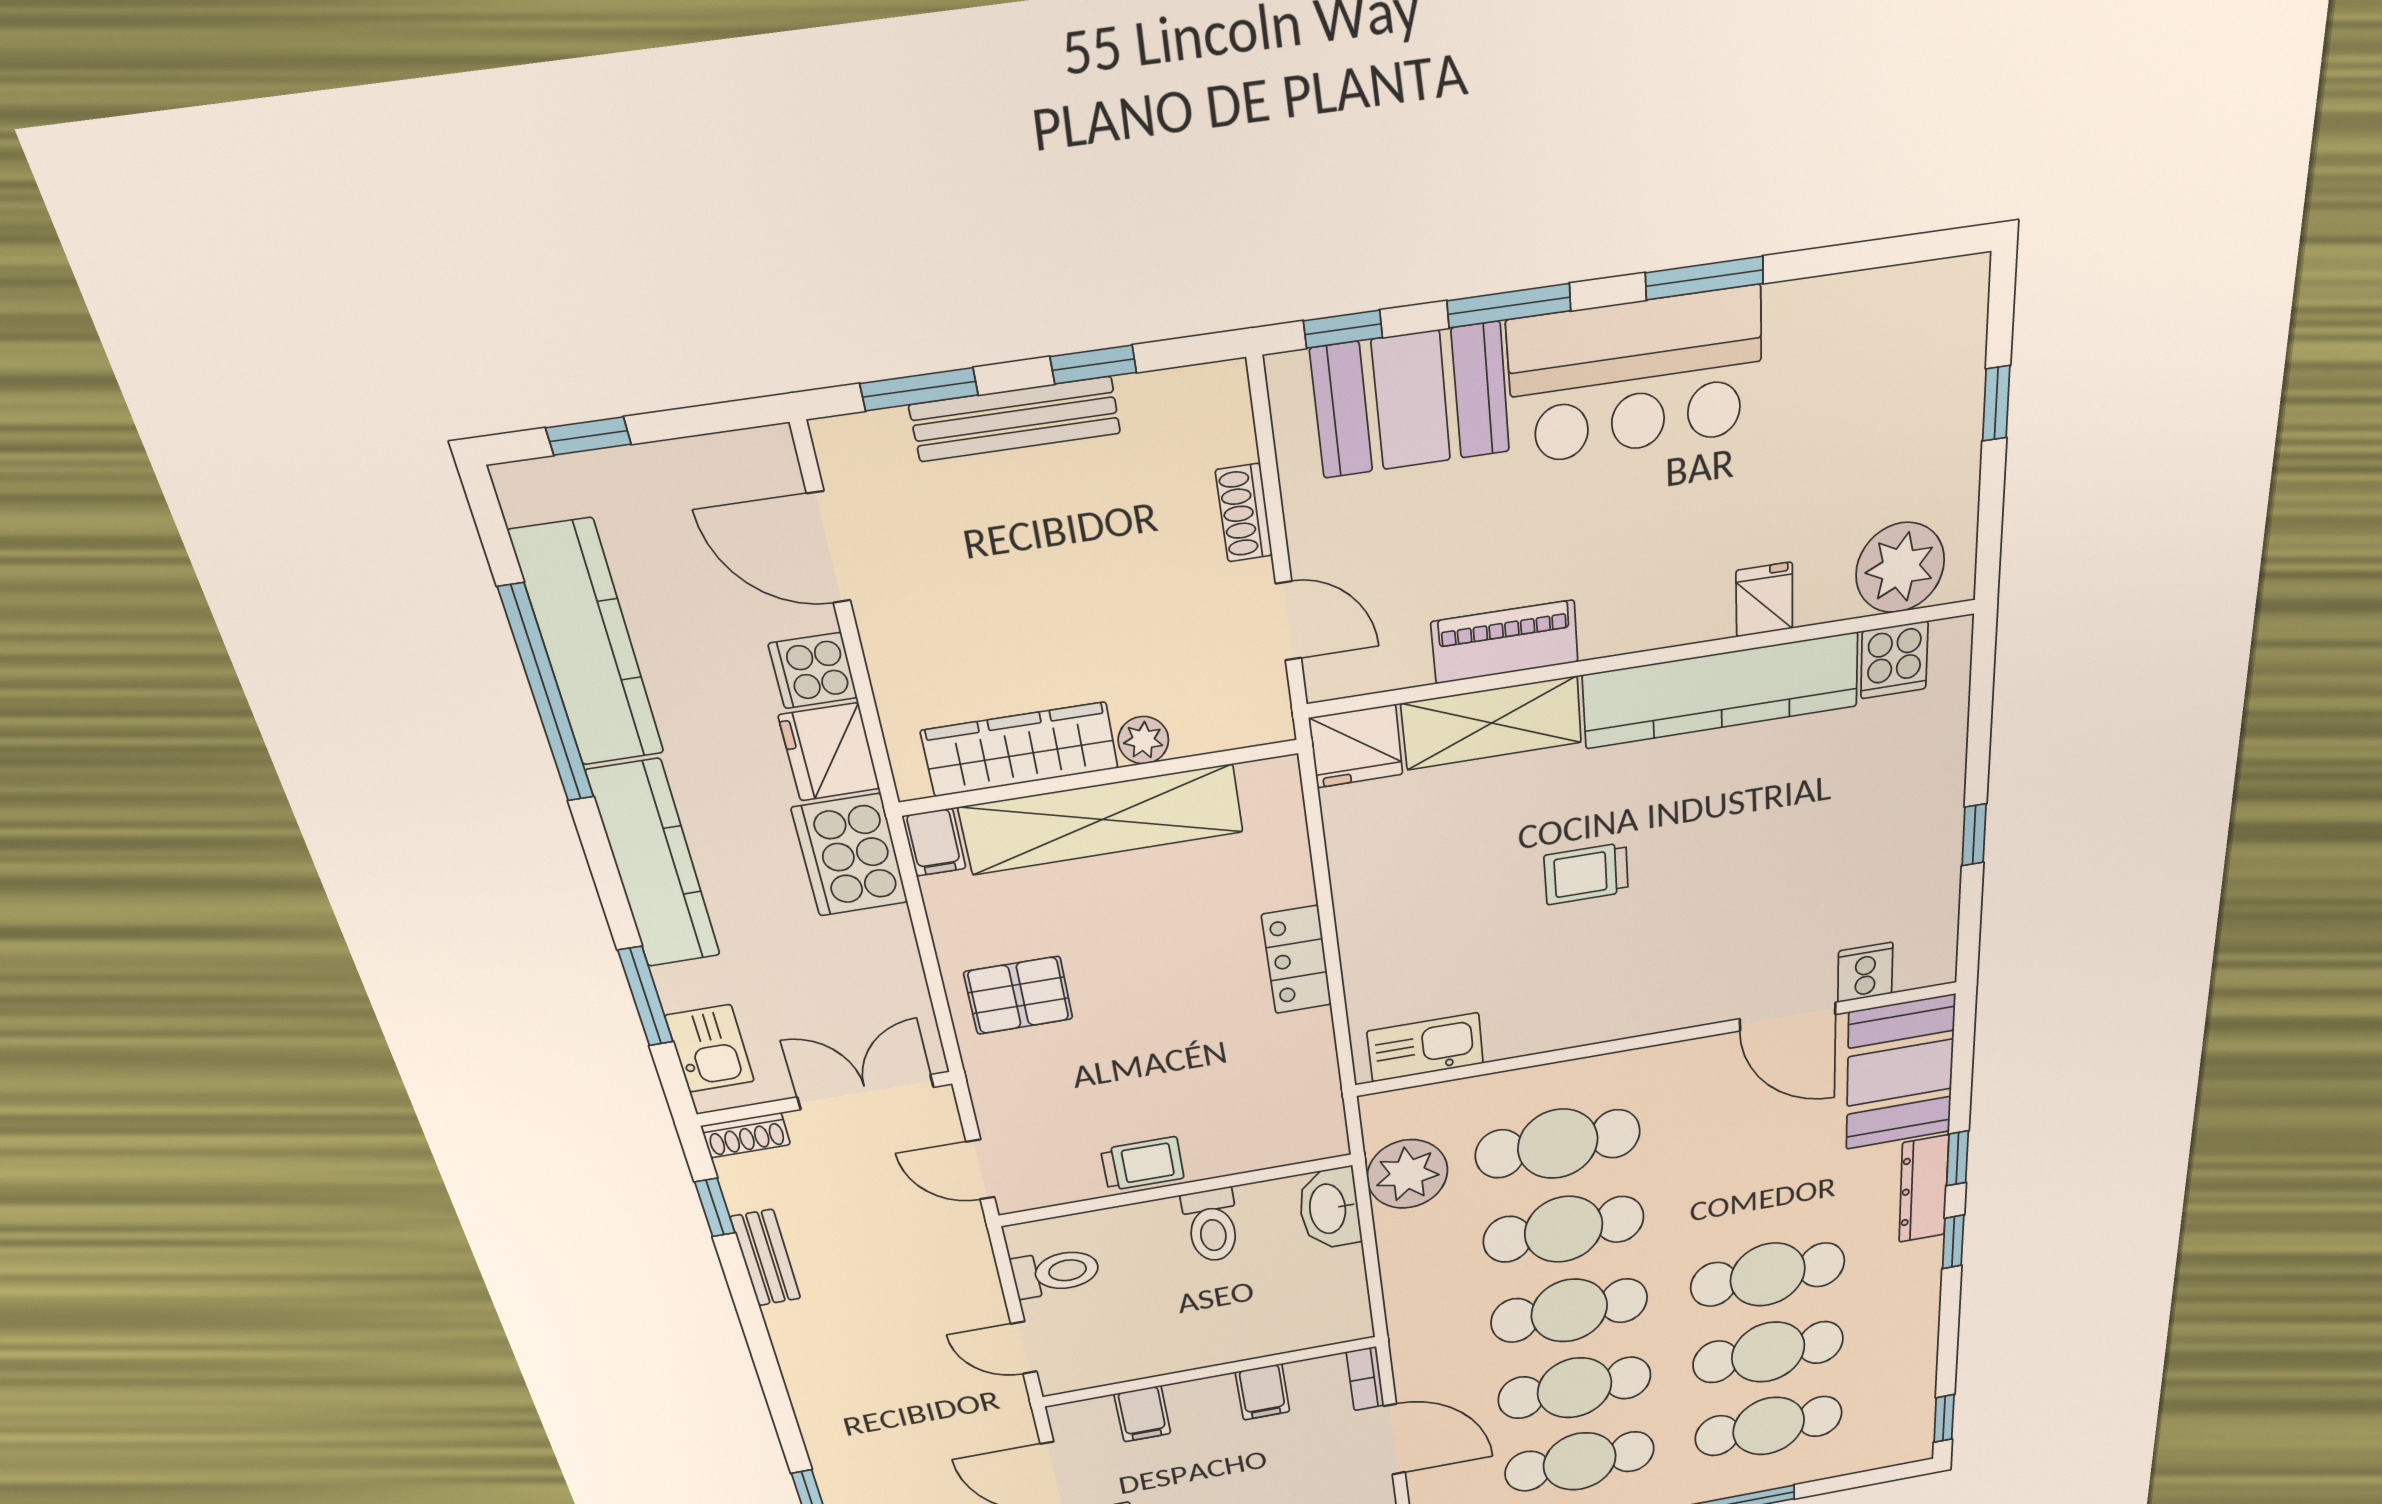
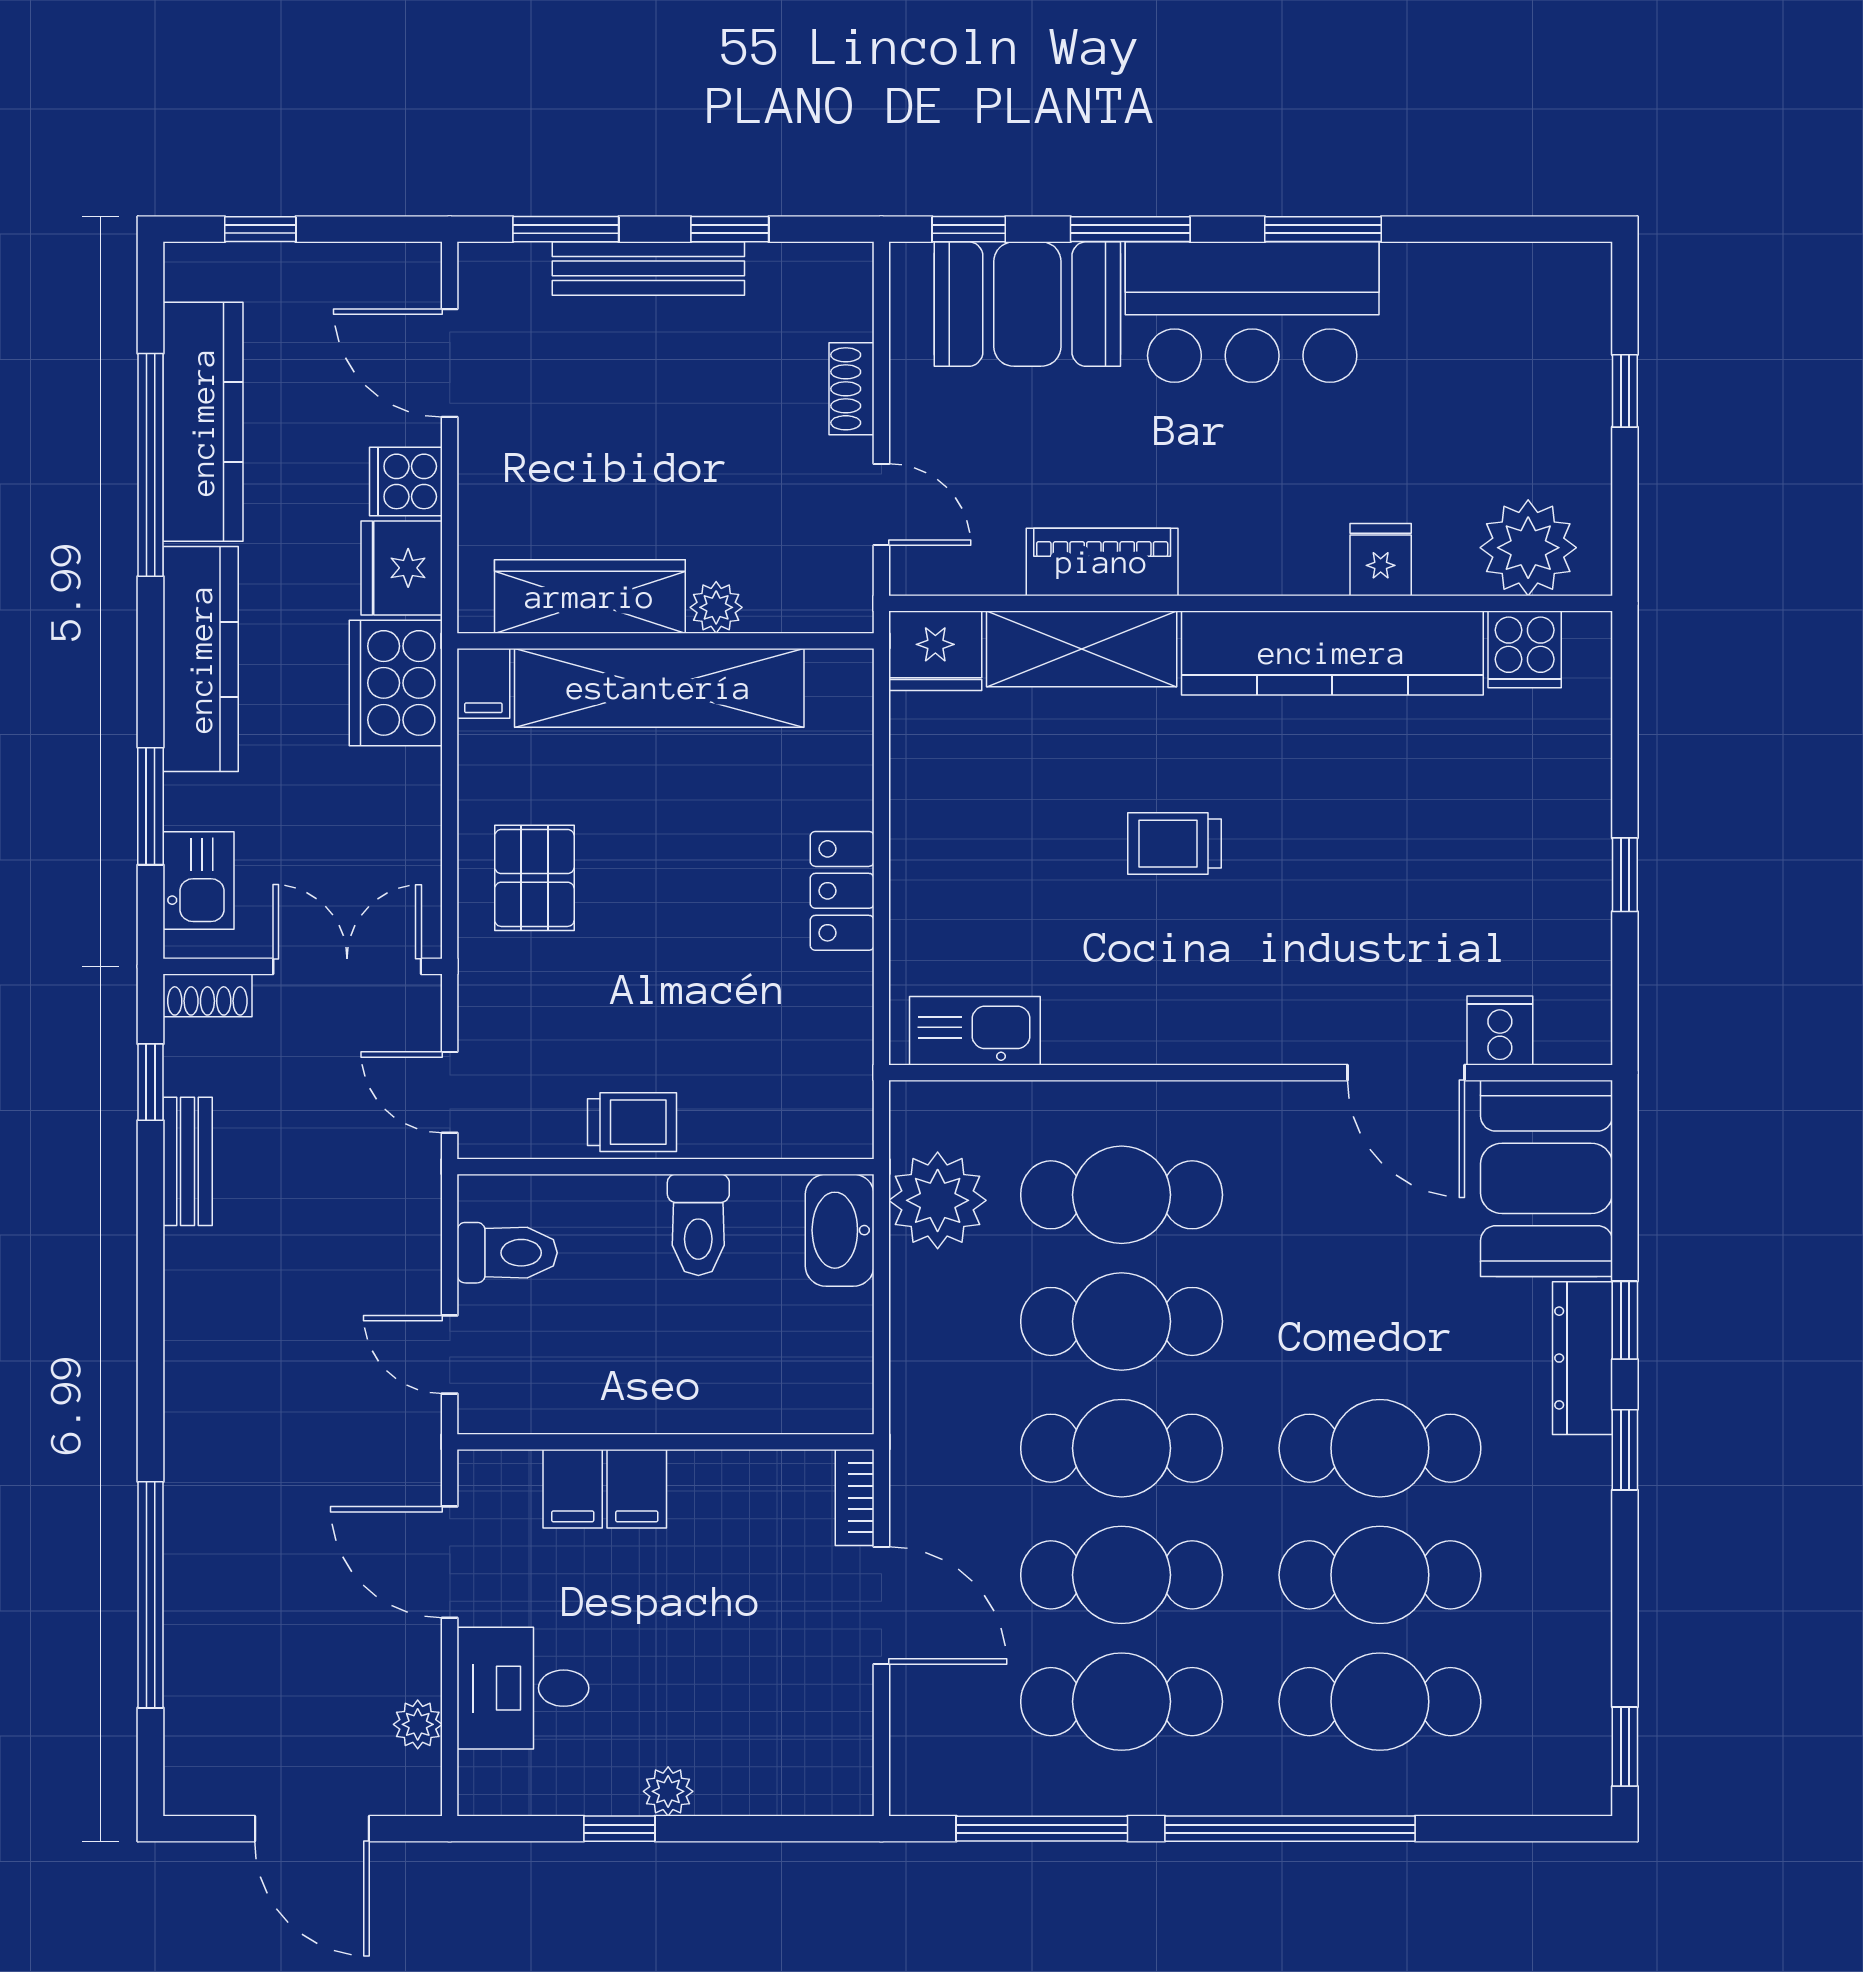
pallet: (1018, 995) -> (534, 878), turned 90
filing cabinet: (1263, 1392) -> (637, 1489), moved

